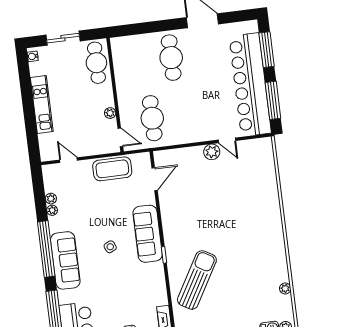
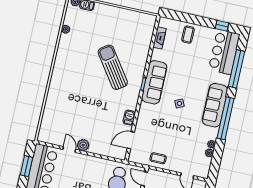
window: (273, 100) -> (27, 166), width x0.69
coffee table: (112, 169) -> (158, 158), width x0.54, depth x0.58
barbecue: (167, 207) -> (129, 118), added
sofa: (148, 234) -> (154, 82), moved
sun lounger: (197, 280) -> (113, 67), moved, turned 115

